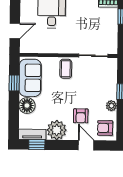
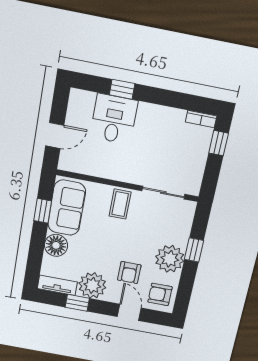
plant: (111, 106) -> (170, 259), width x1.88, depth x1.88
window: (37, 145) -> (77, 303), moved

